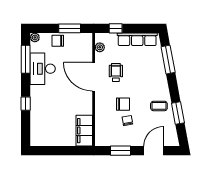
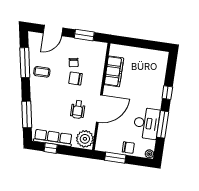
window: (116, 28) -> (51, 148), moved
plant: (100, 47) -> (85, 139), width x1.87, depth x1.87
window: (26, 59) -> (163, 124), moved
door: (94, 77) -> (99, 109), hinge flipped
window: (178, 113) -> (25, 63), width x1.44
filing cabinet: (84, 131) -> (114, 71), moved

